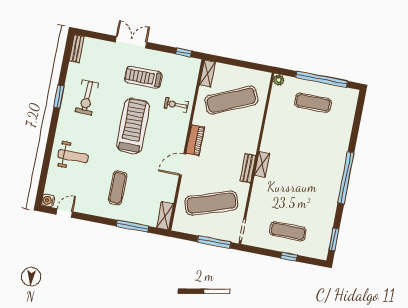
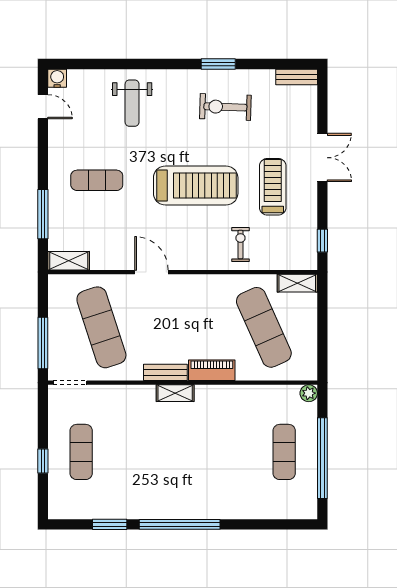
piano: (195, 140) -> (212, 370), moved, turned 180
window: (334, 239) -> (110, 524), moved

